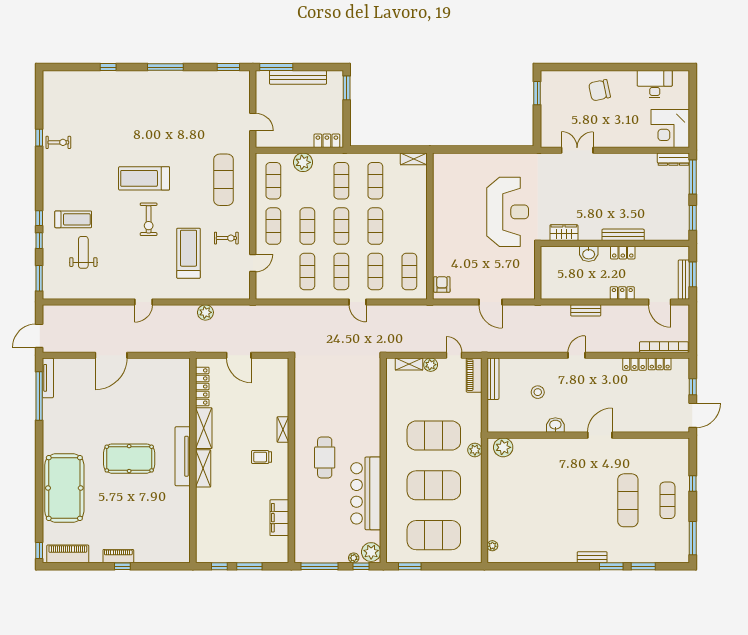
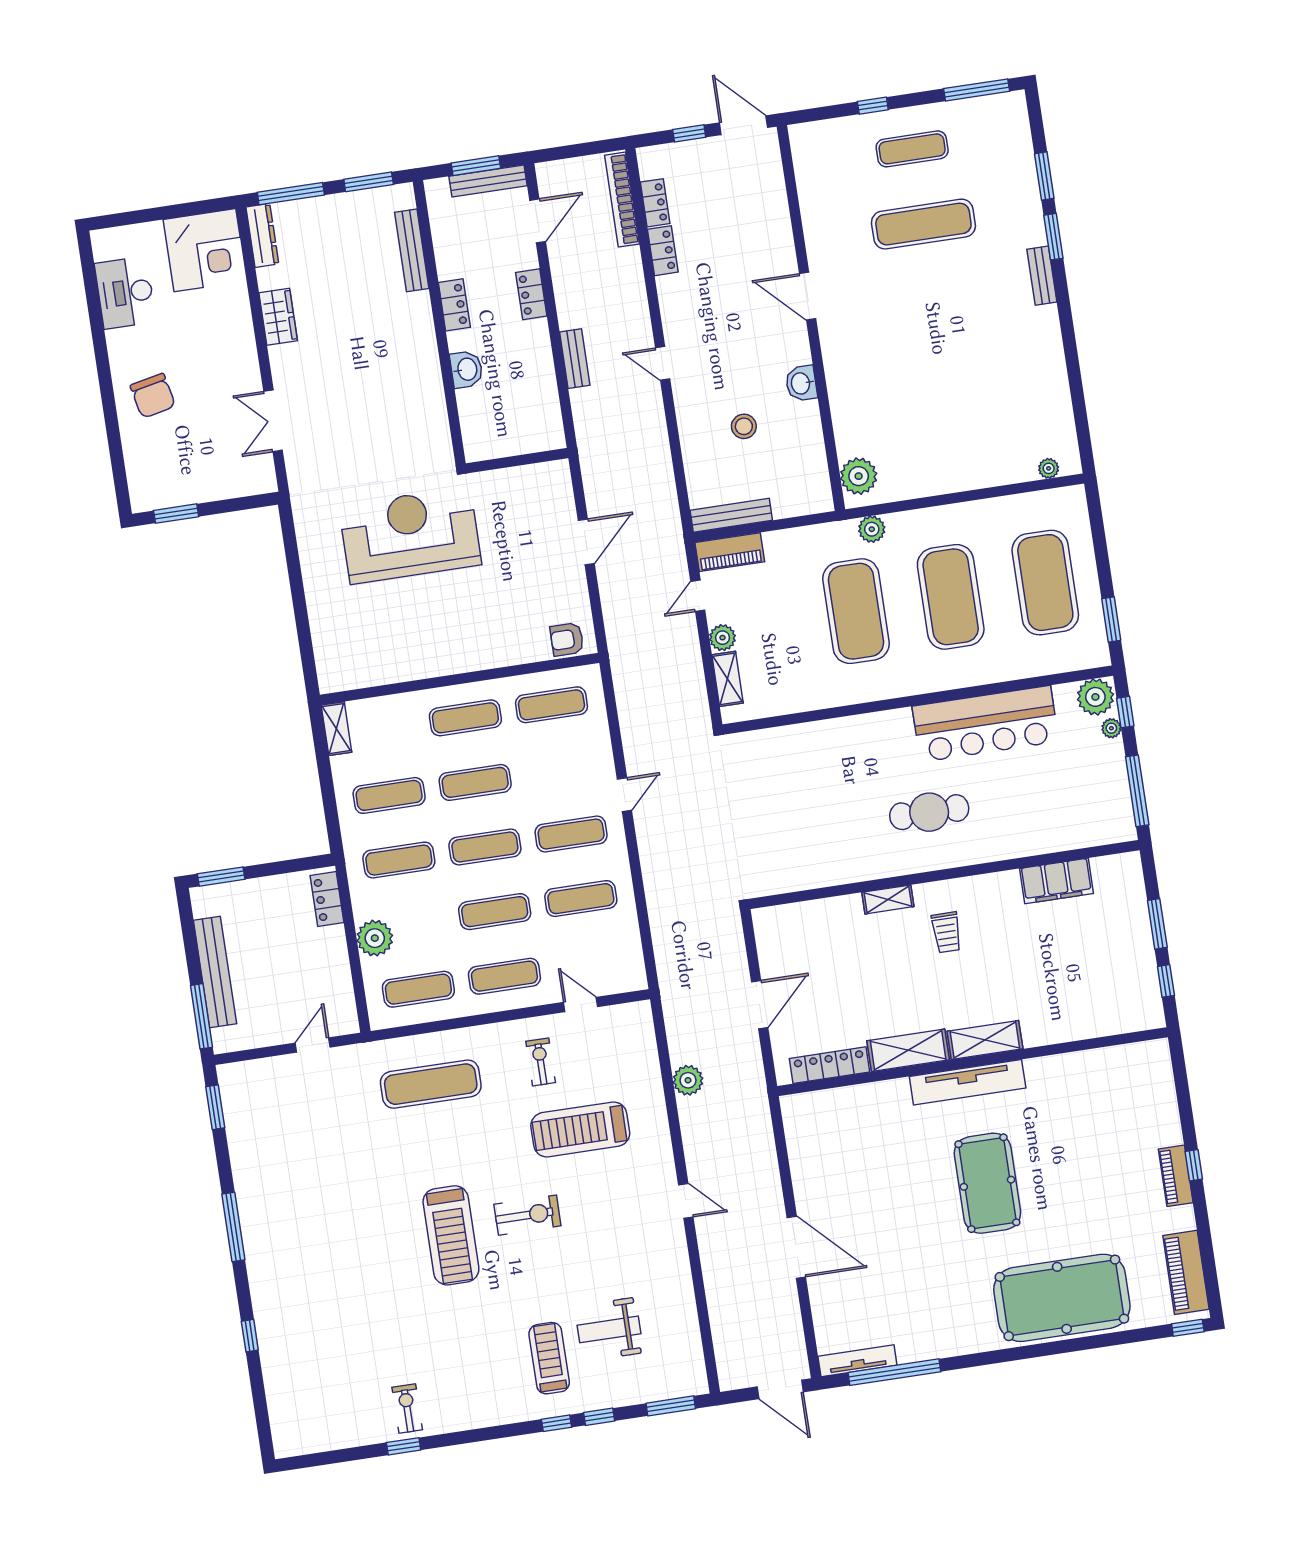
wardrobe: (564, 233) -> (278, 317), moved, turned 180
bench: (623, 235) -> (412, 250), moved
exercise mat: (375, 271) -> (465, 718), moved

